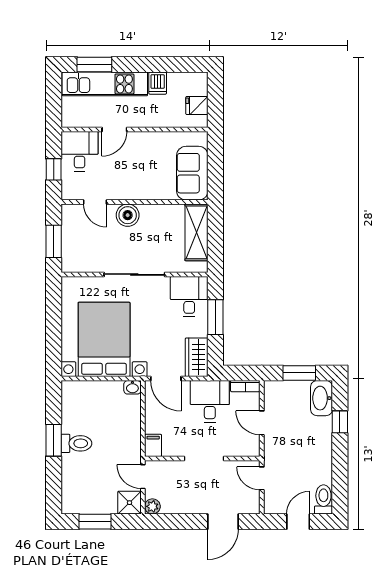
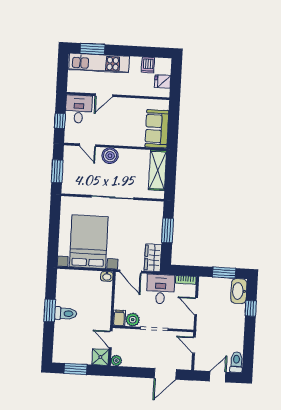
dishwasher: (158, 83) -> (148, 65), moved
desk: (189, 296) -> (150, 215), removed
plant: (173, 447) -> (133, 320), added

